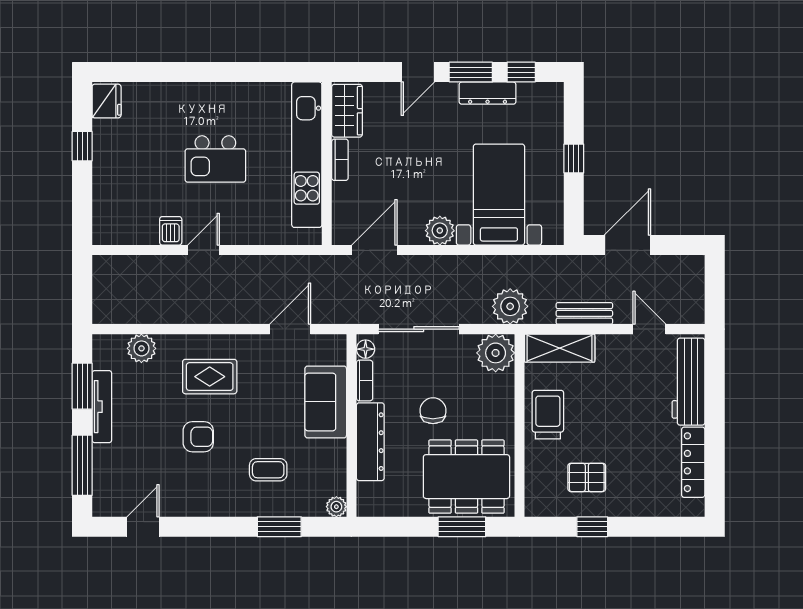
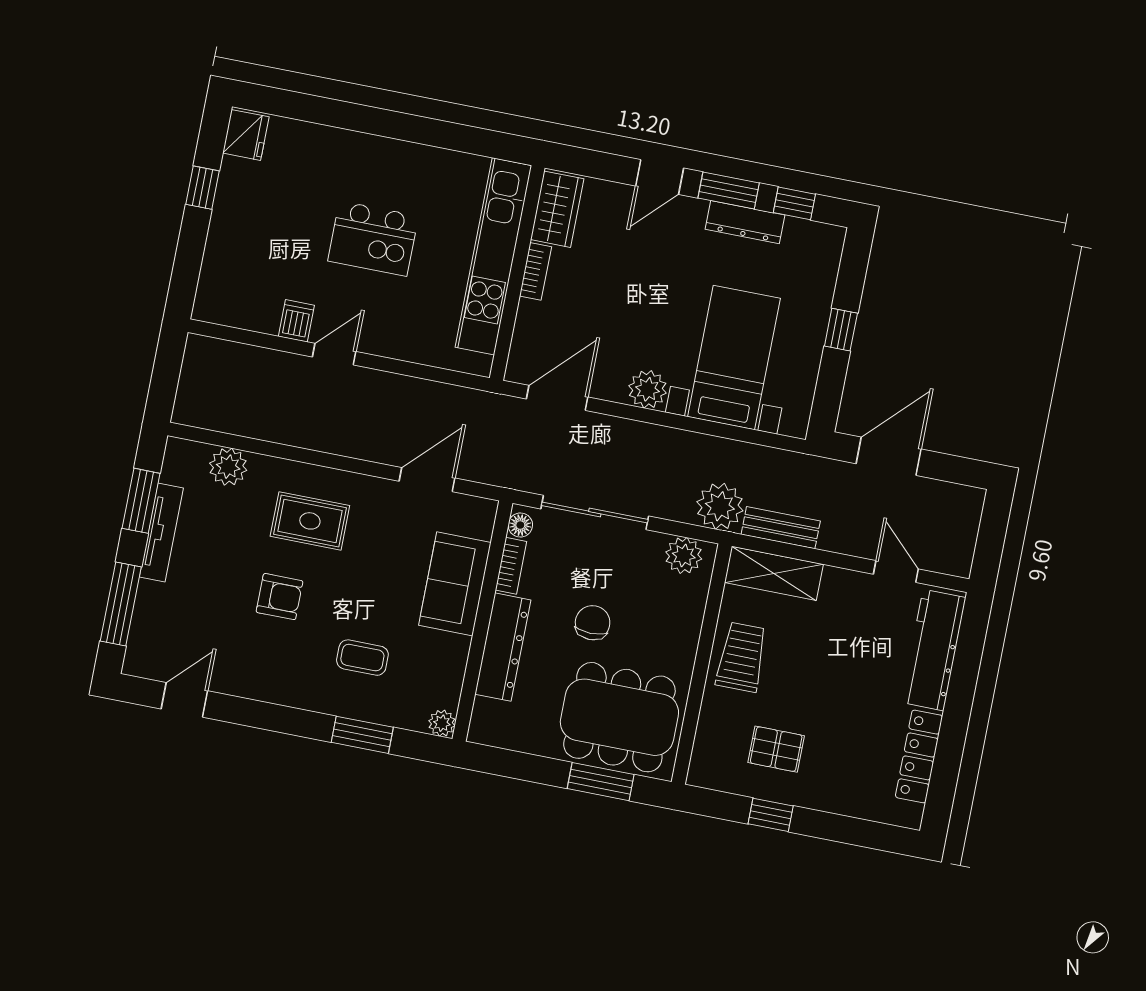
bench: (584, 313) -> (781, 528), moved
plant: (496, 353) -> (684, 555), width x0.73, depth x0.73

